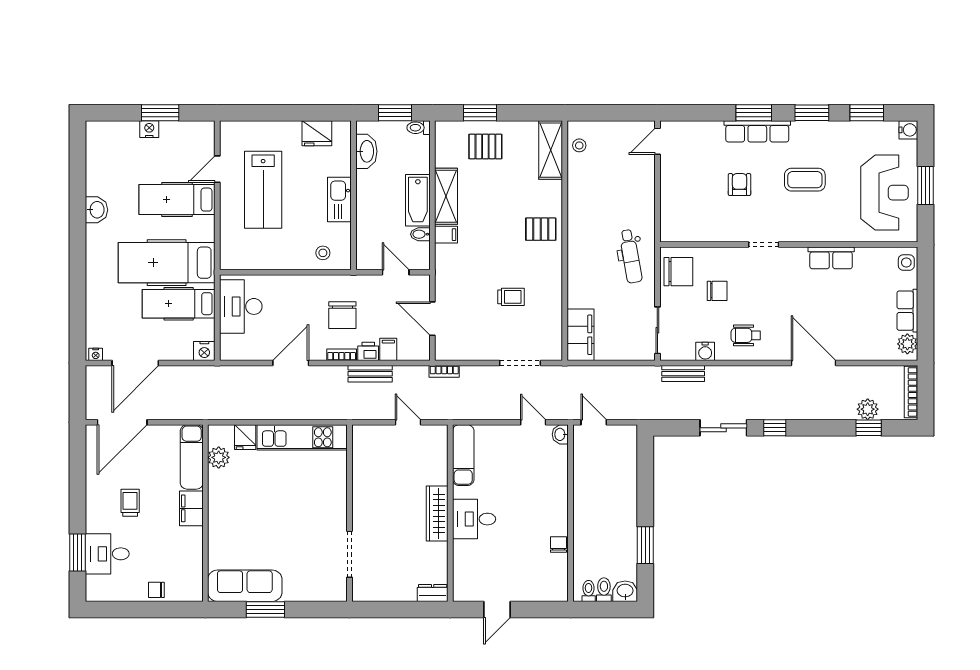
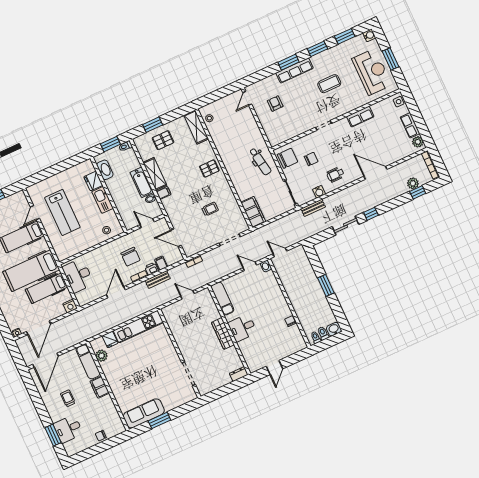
fridge: (317, 133) -> (93, 181), moved, turned 90
armchair: (740, 185) -> (275, 104), moved
window: (645, 545) -> (326, 285), moved

